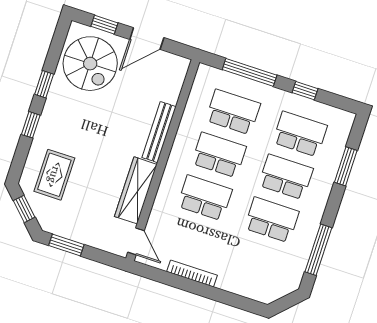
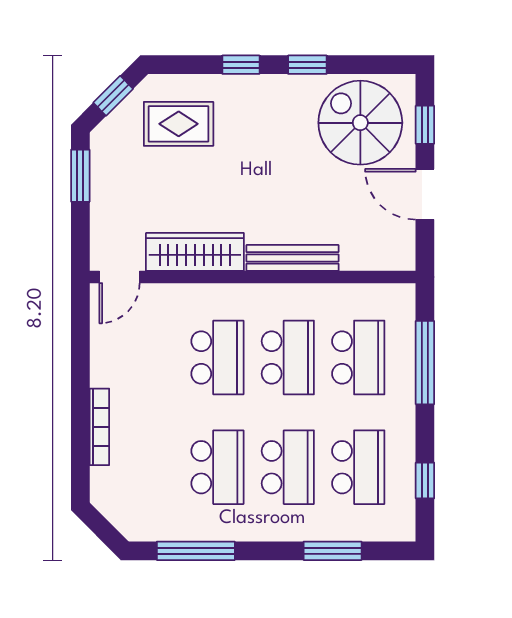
spiral stairs: (90, 64) -> (360, 123), turned 90
window: (305, 91) -> (425, 481), moved
bookcase: (192, 273) -> (99, 427), moved

